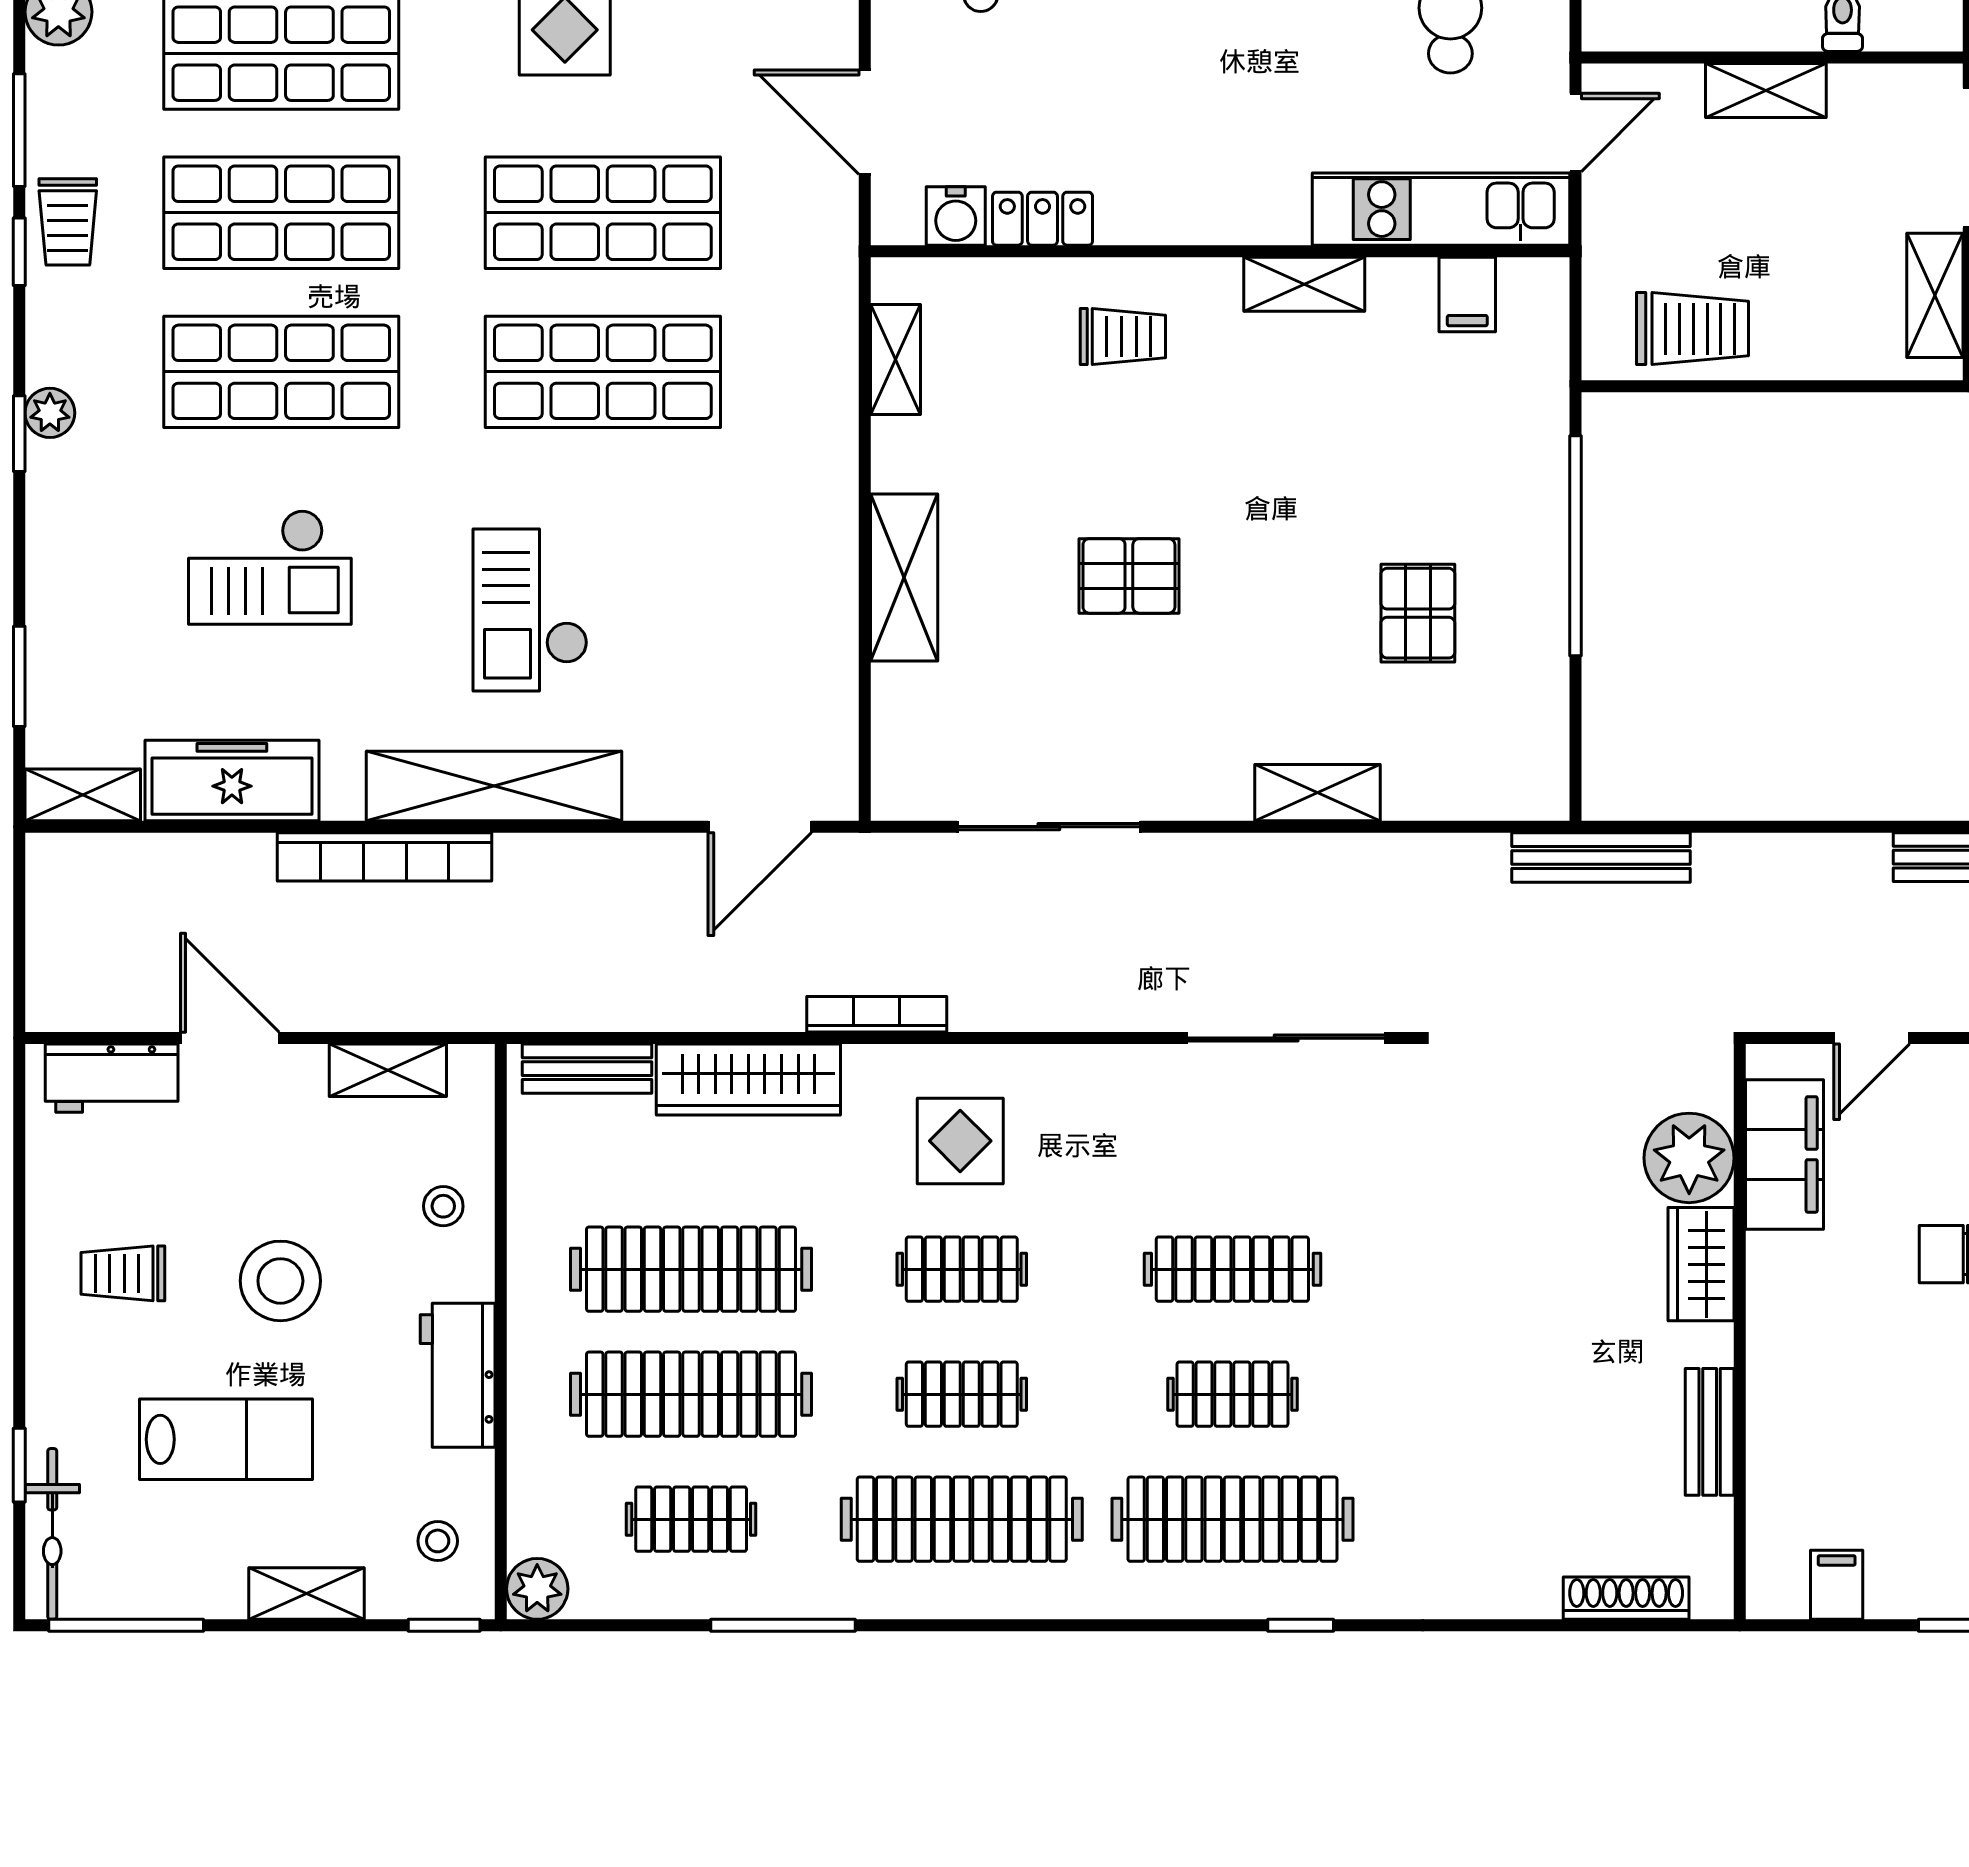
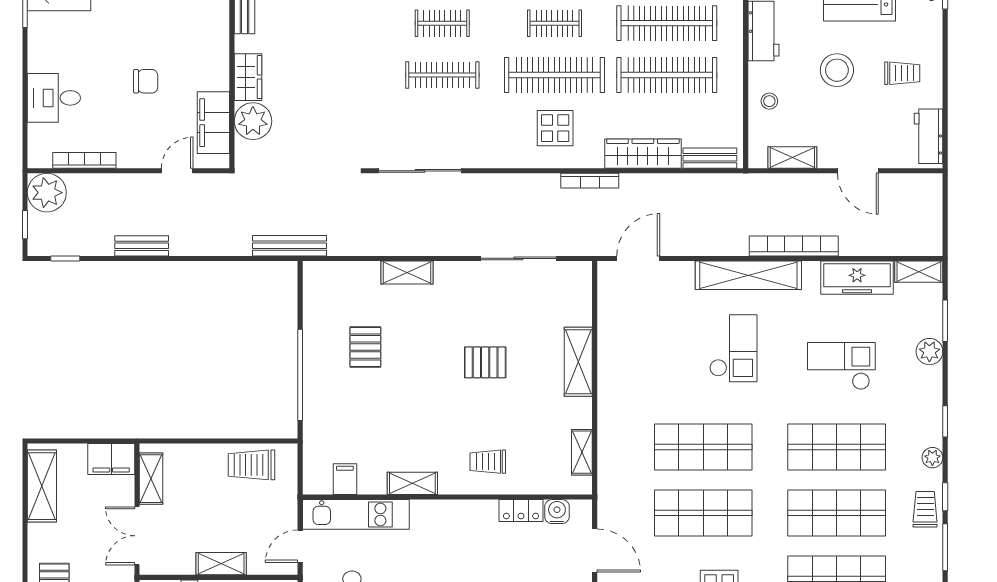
plant: (50, 413) -> (932, 458), moved
plant: (57, 602) -> (929, 352), added
workbench: (112, 1078) -> (929, 136), moved, turned -90
clothes rail: (962, 1269) -> (554, 75), width x1.86, depth x1.31

